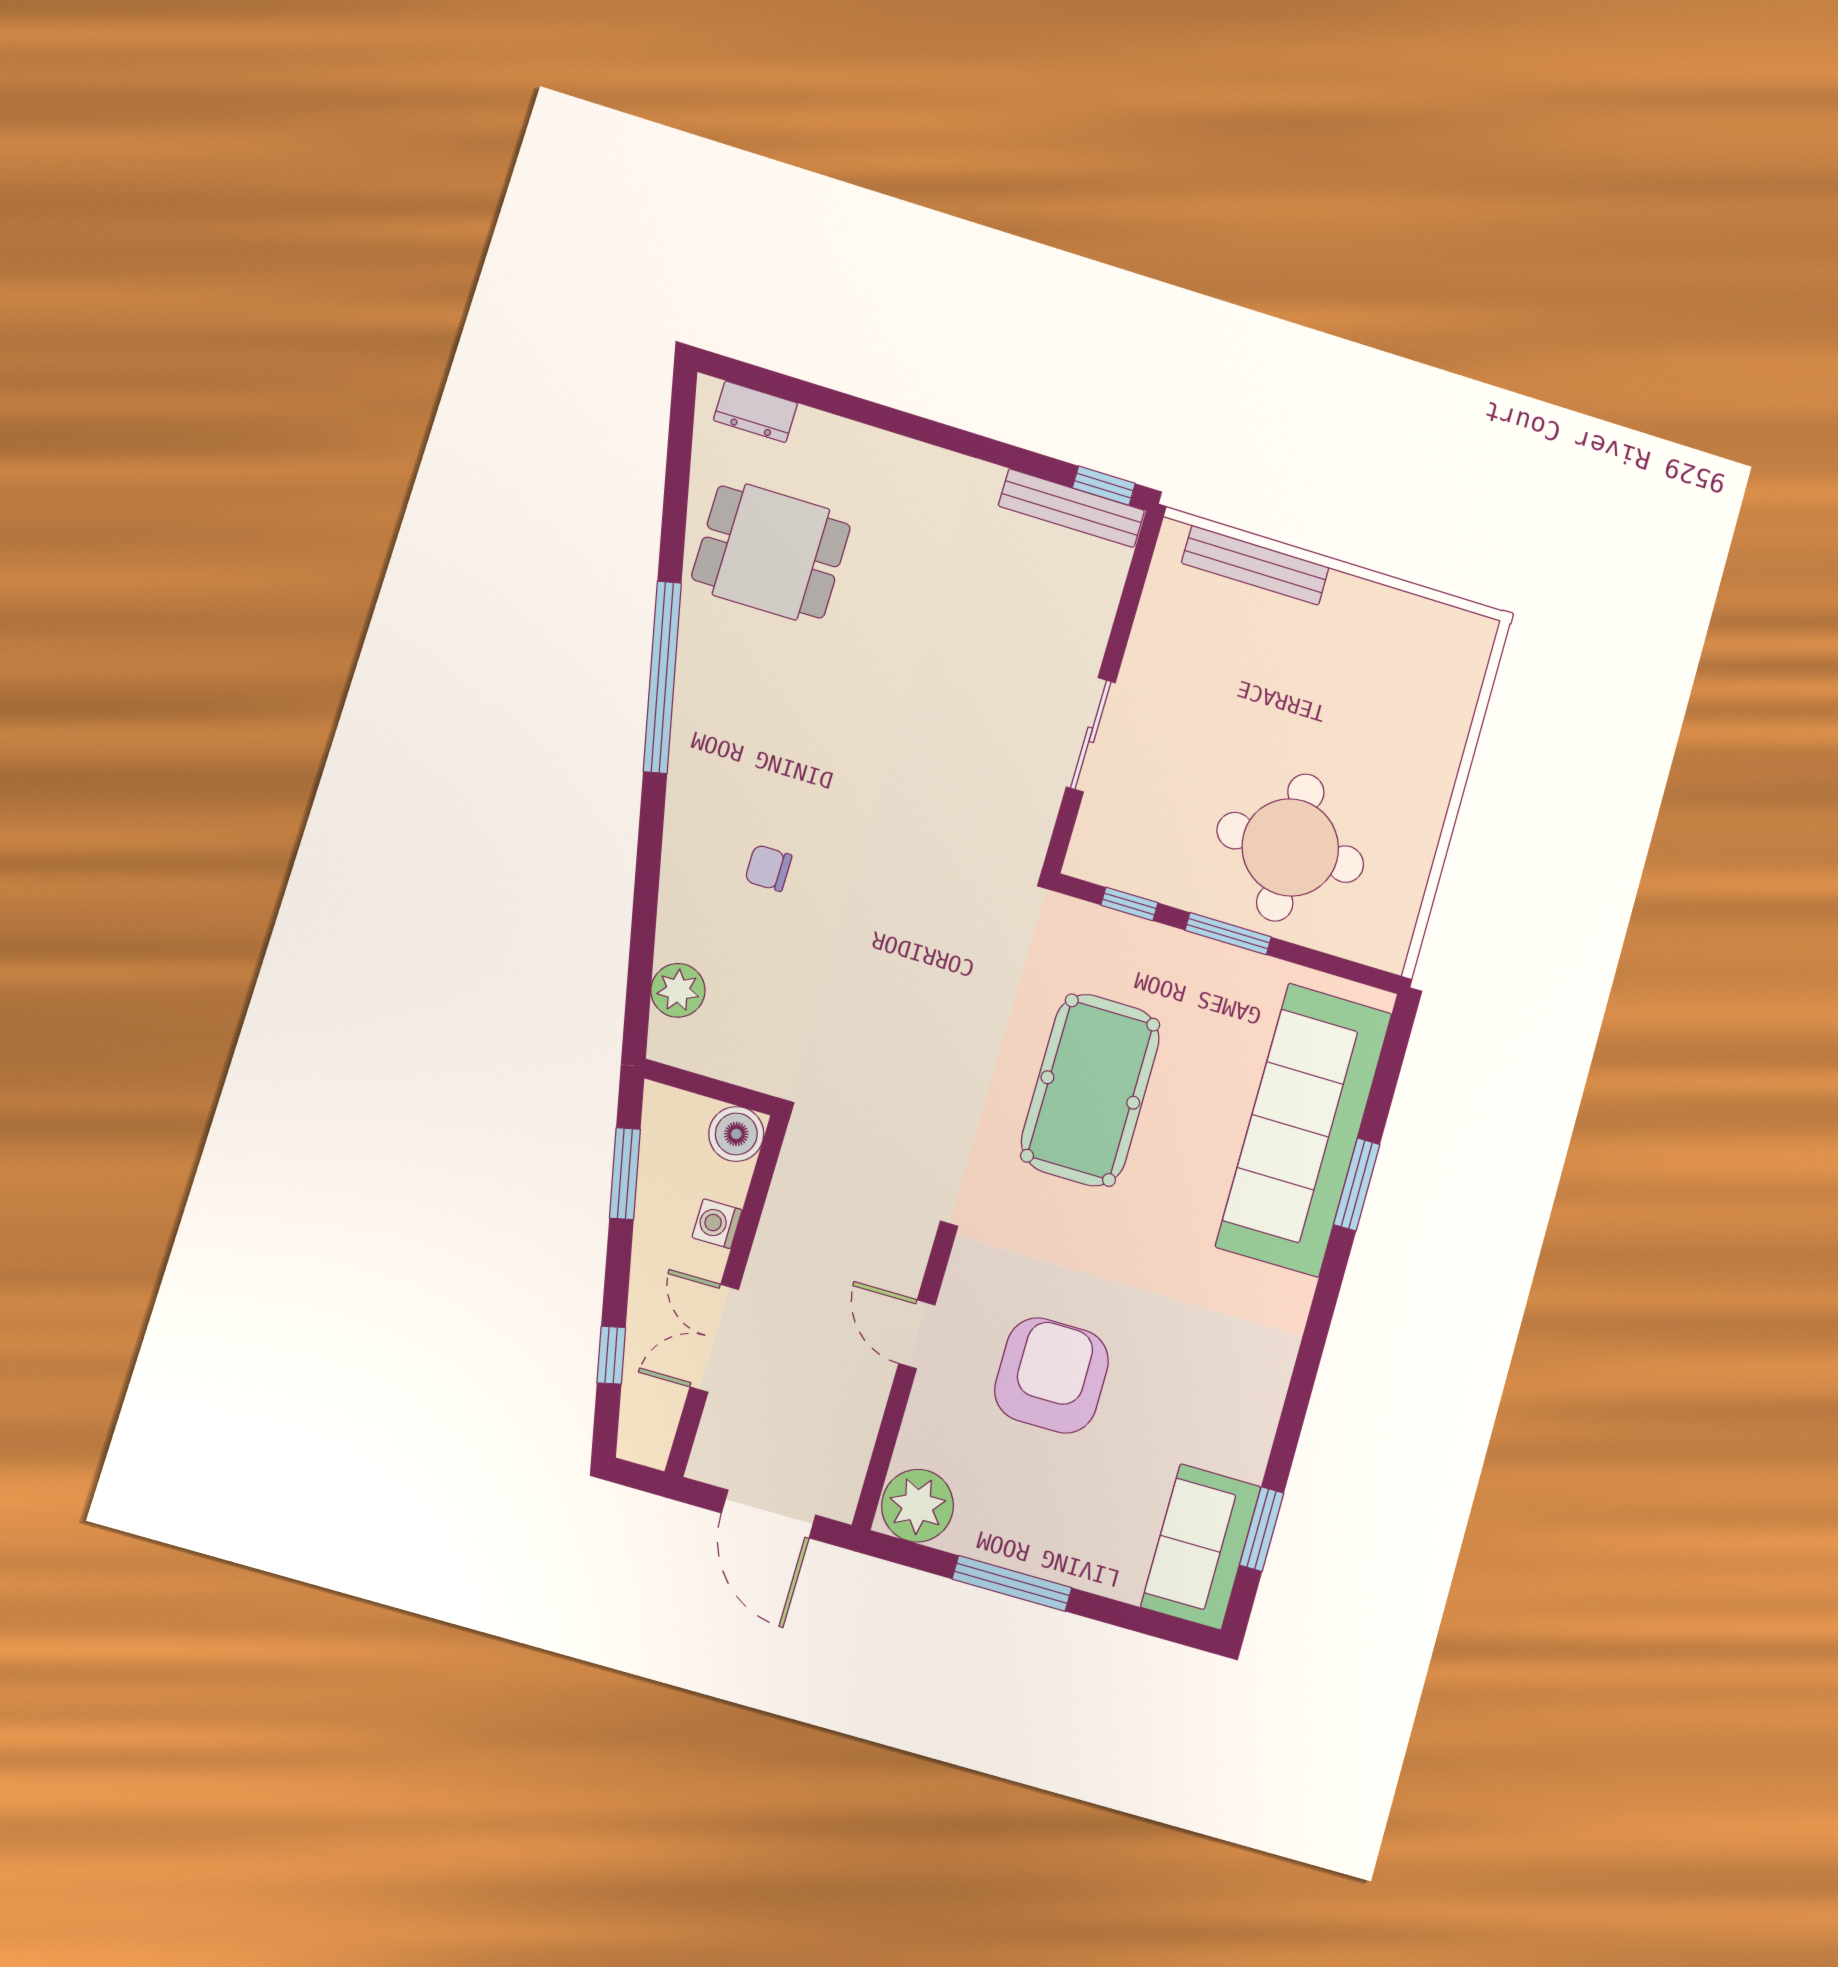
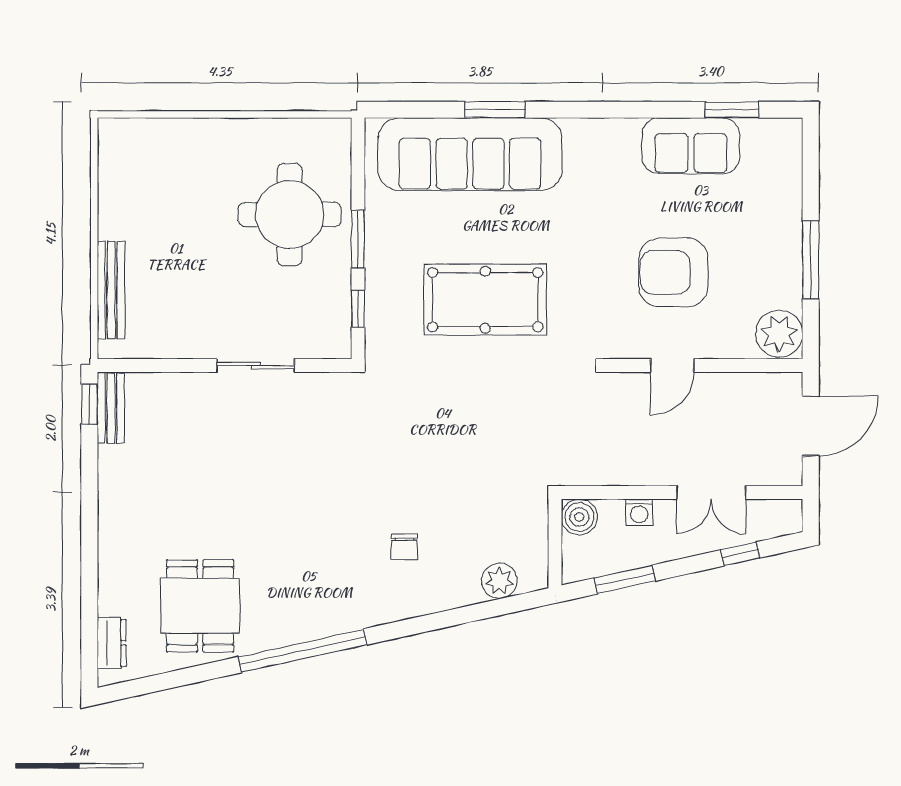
bench: (1071, 508) -> (111, 408), width x0.73
sofa: (1201, 1547) -> (691, 146), moved

